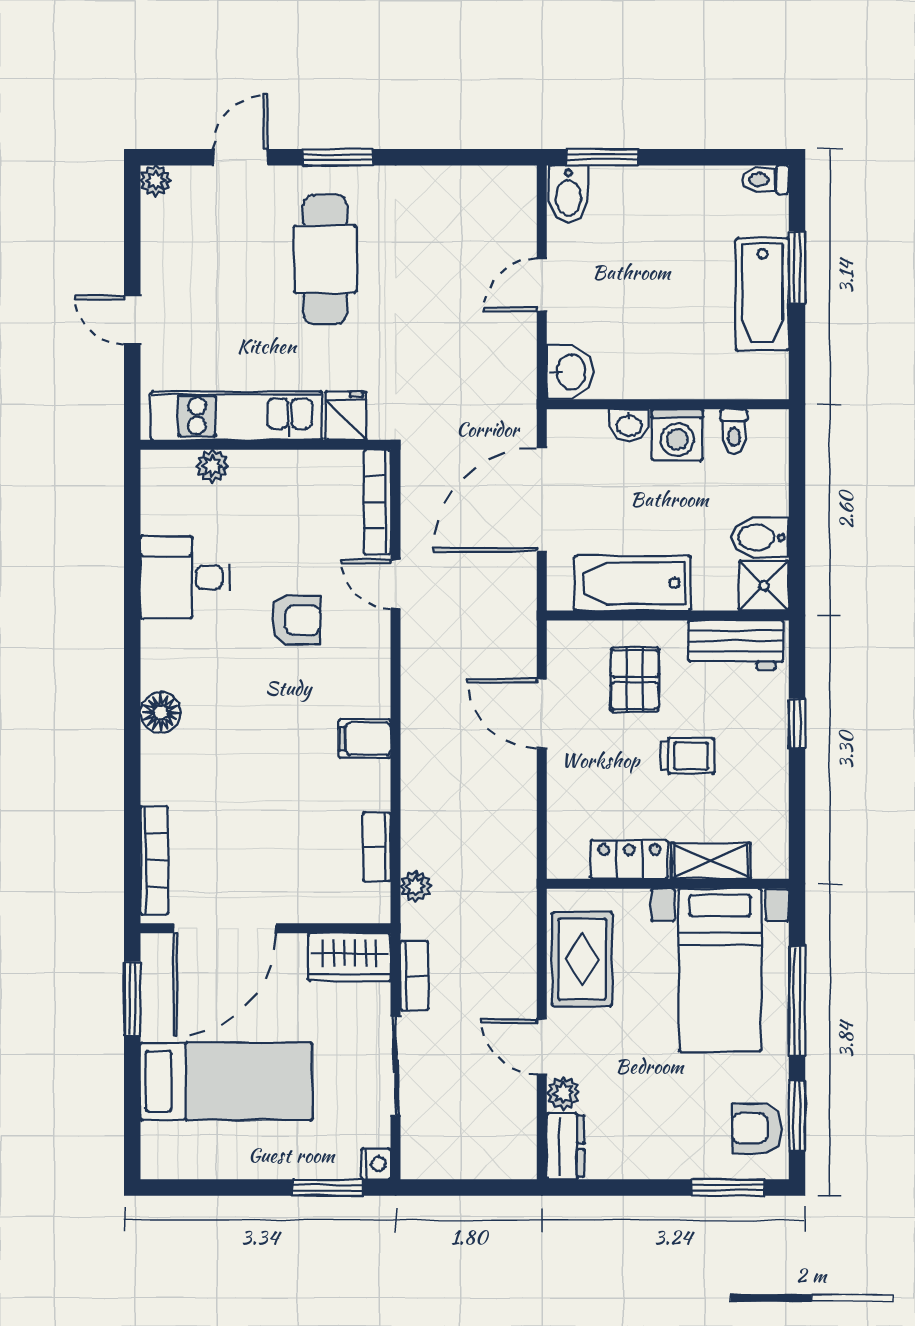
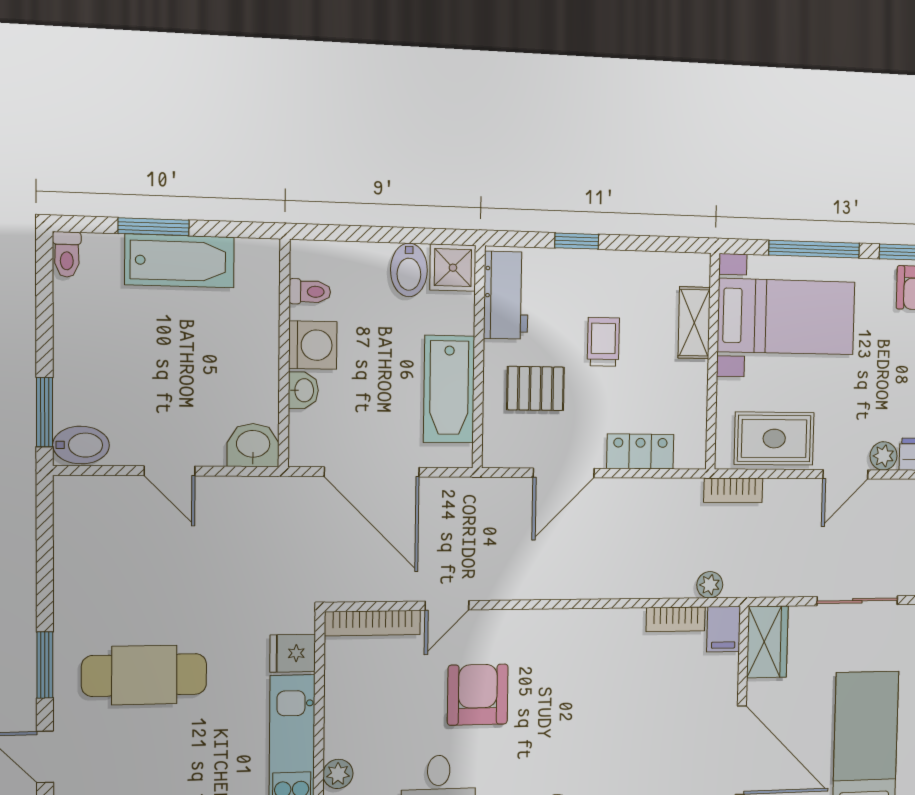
armchair: (296, 620) -> (478, 695), width x1.38, depth x1.38
filing cabinet: (365, 739) -> (724, 629), moved
locker: (629, 859) -> (640, 451), moved, turned 90
bookcase: (414, 976) -> (733, 490), moved, turned 180

